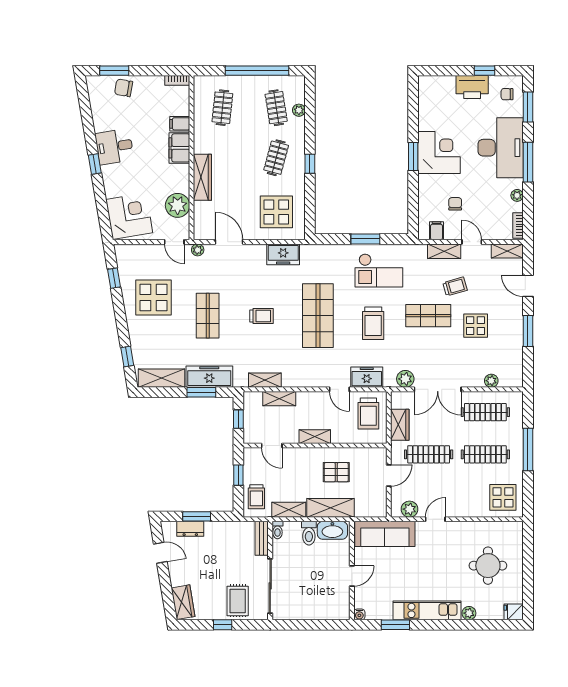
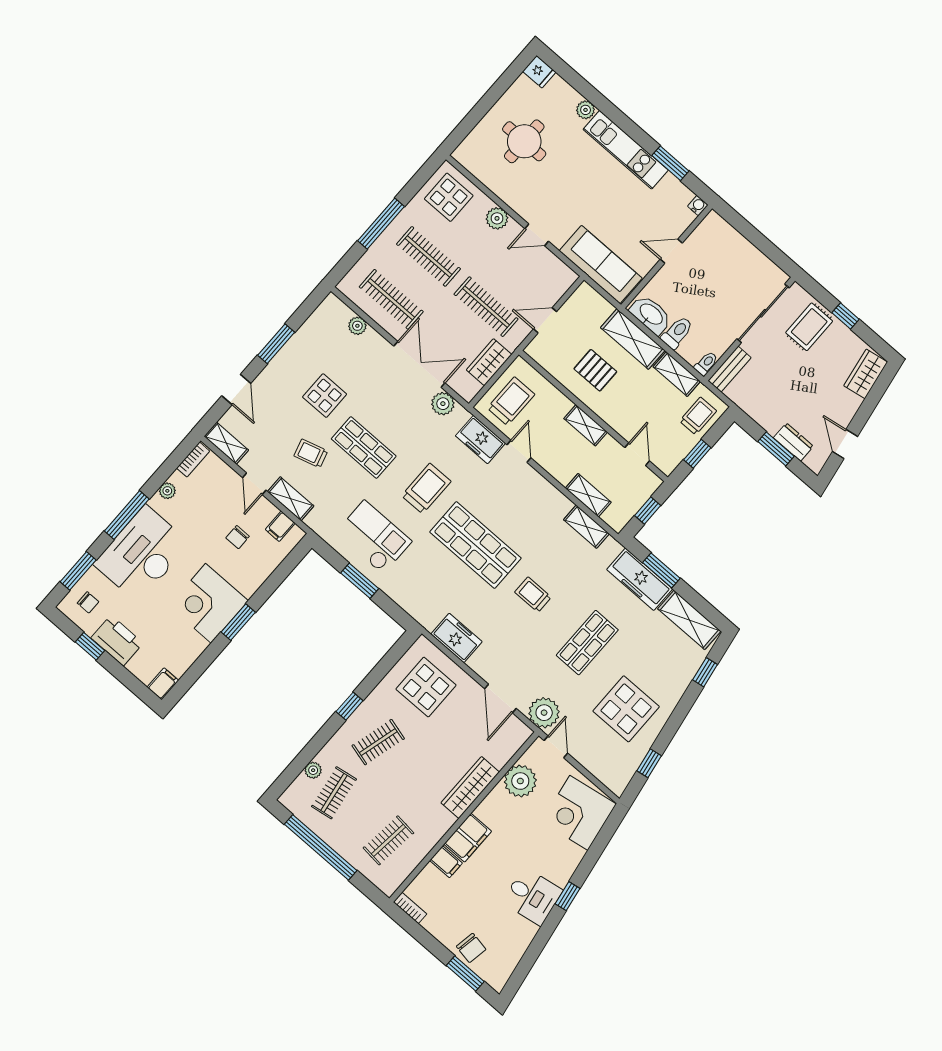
filing cabinet: (425, 85) -> (163, 684), added
plant: (198, 250) -> (544, 713), width x1.88, depth x1.88
shop shelf: (318, 316) -> (475, 545), turned 90
plant: (410, 509) -> (497, 218), moved

